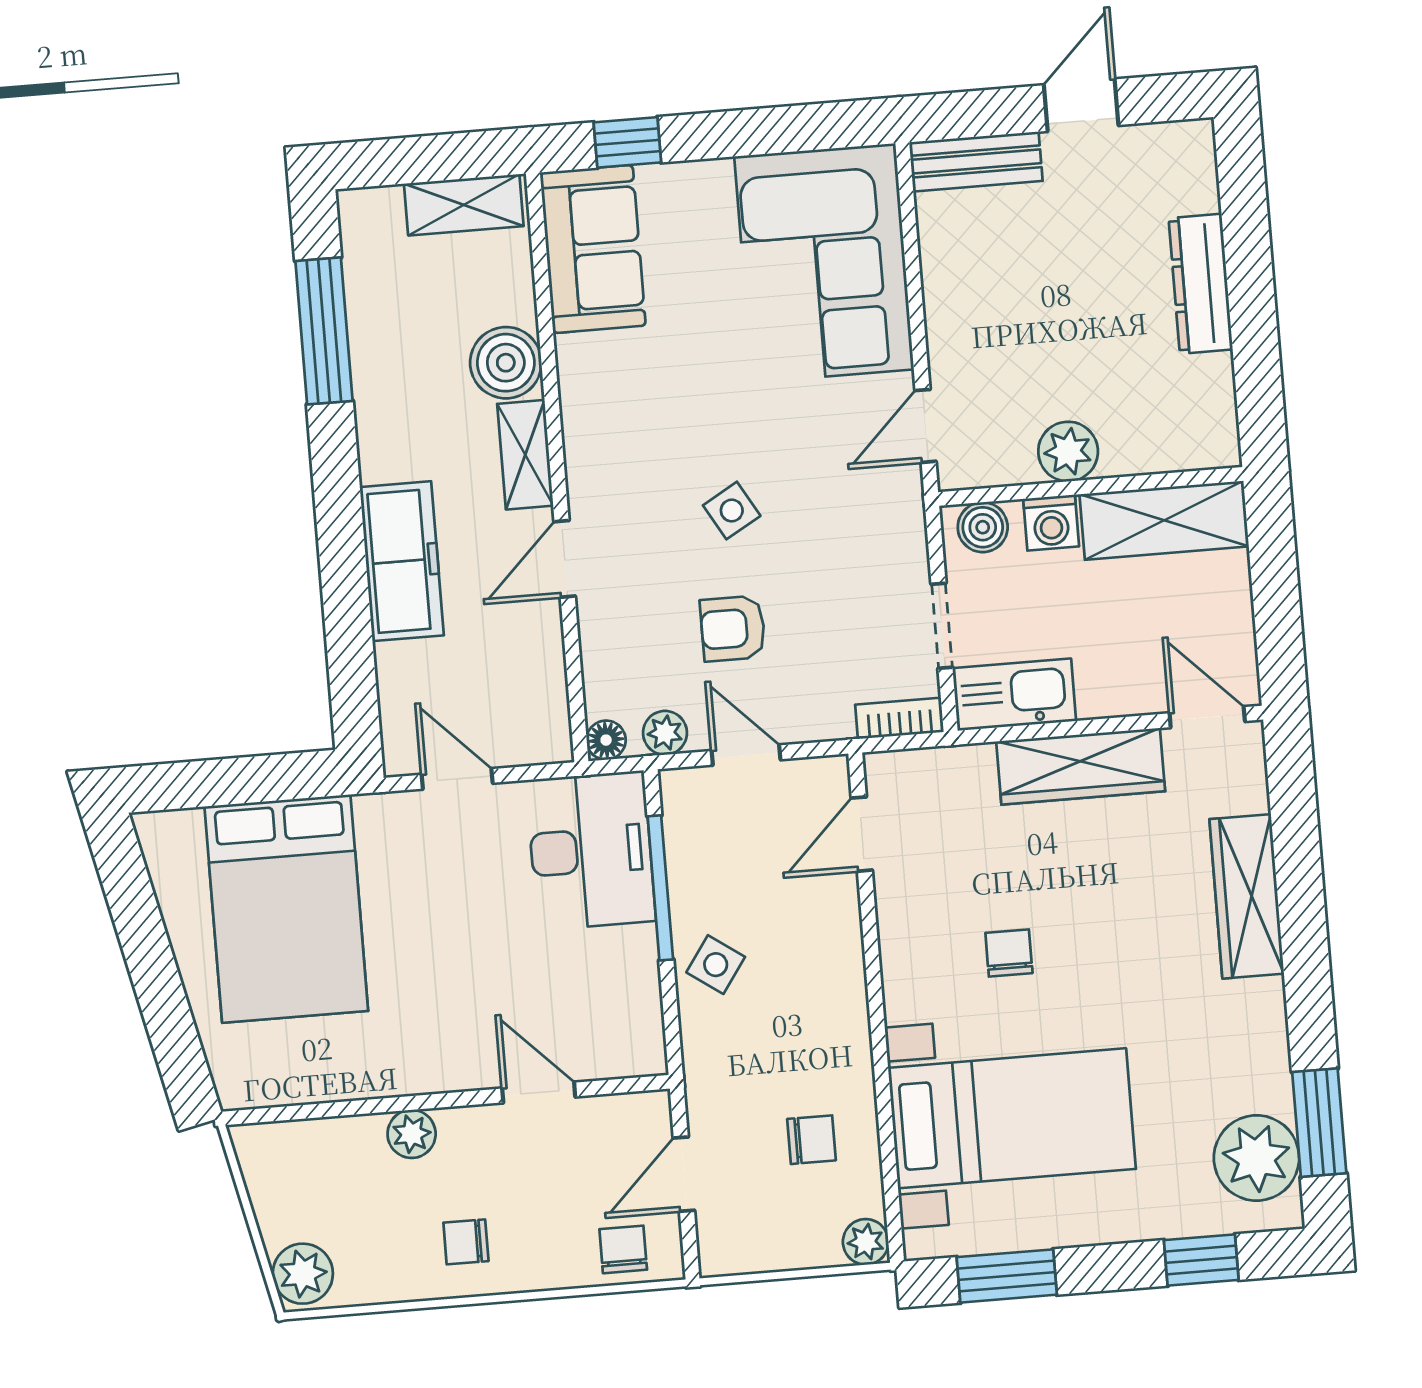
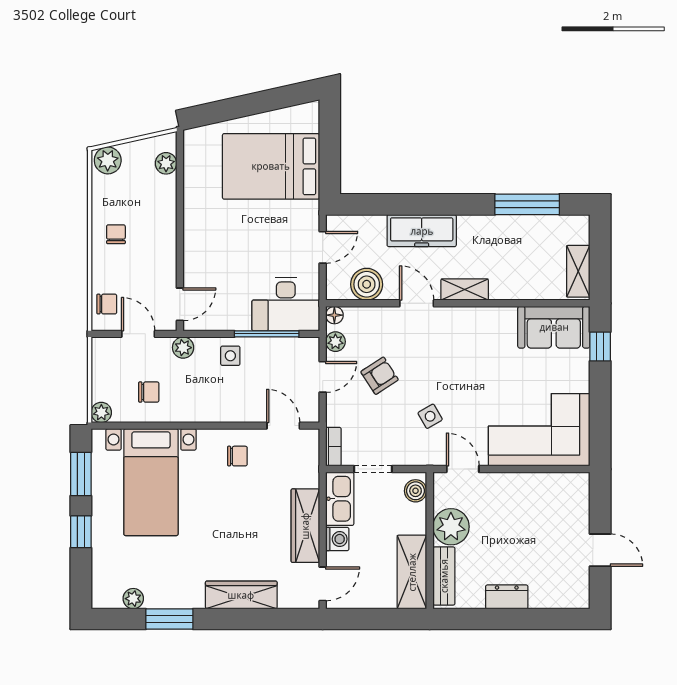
bench: (976, 161) -> (444, 576), moved
dresser: (1201, 284) -> (507, 597), width x0.70
boiler: (506, 363) -> (367, 284), moved
plant: (1068, 452) -> (451, 527), width x1.36, depth x1.36
side table: (732, 511) -> (430, 416), moved
washing machine: (1051, 523) -> (337, 539), moved, turned 180
armchair: (733, 628) -> (380, 376), turned 57
chair: (1009, 953) -> (237, 456), moved
side table: (716, 965) -> (230, 356), turned -35
plant: (706, 1071) -> (183, 348), added
door: (539, 1092) -> (180, 304), moved
window: (1319, 1123) -> (169, 619), moved
plant: (412, 1134) -> (166, 163), moved
chair: (811, 1140) -> (149, 392), turned -90
plant: (1256, 1158) -> (133, 599), width x0.53, depth x0.53
window: (1201, 1260) -> (81, 532), moved

